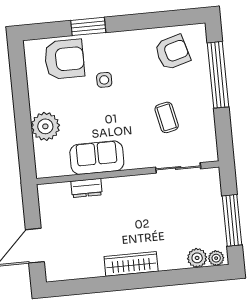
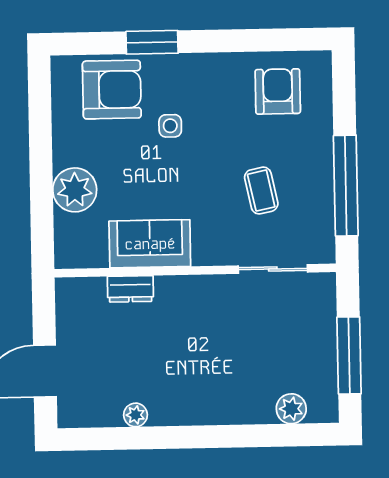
armchair: (172, 52) -> (278, 91), turned -74
window: (218, 75) -> (346, 186), moved
plant: (216, 258) -> (135, 415), moved
wardrobe: (131, 264) -> (190, 410), removed

